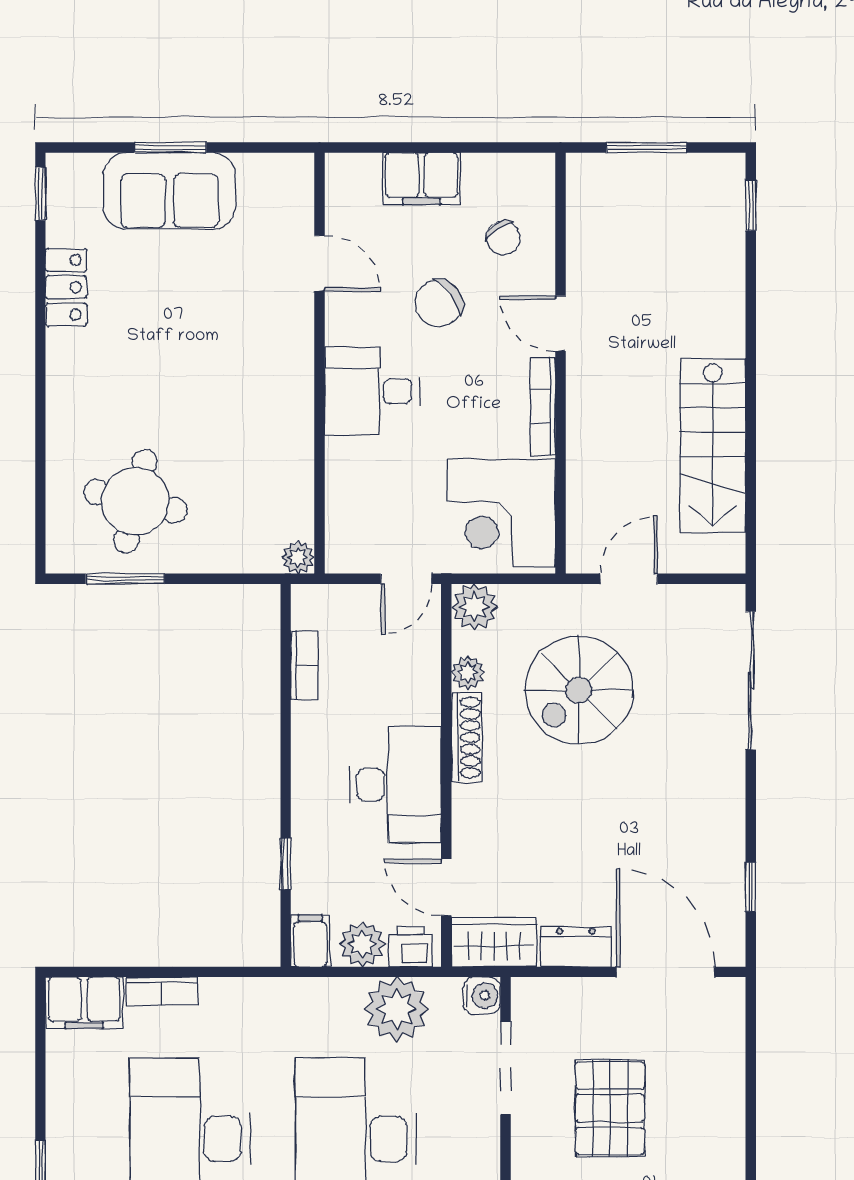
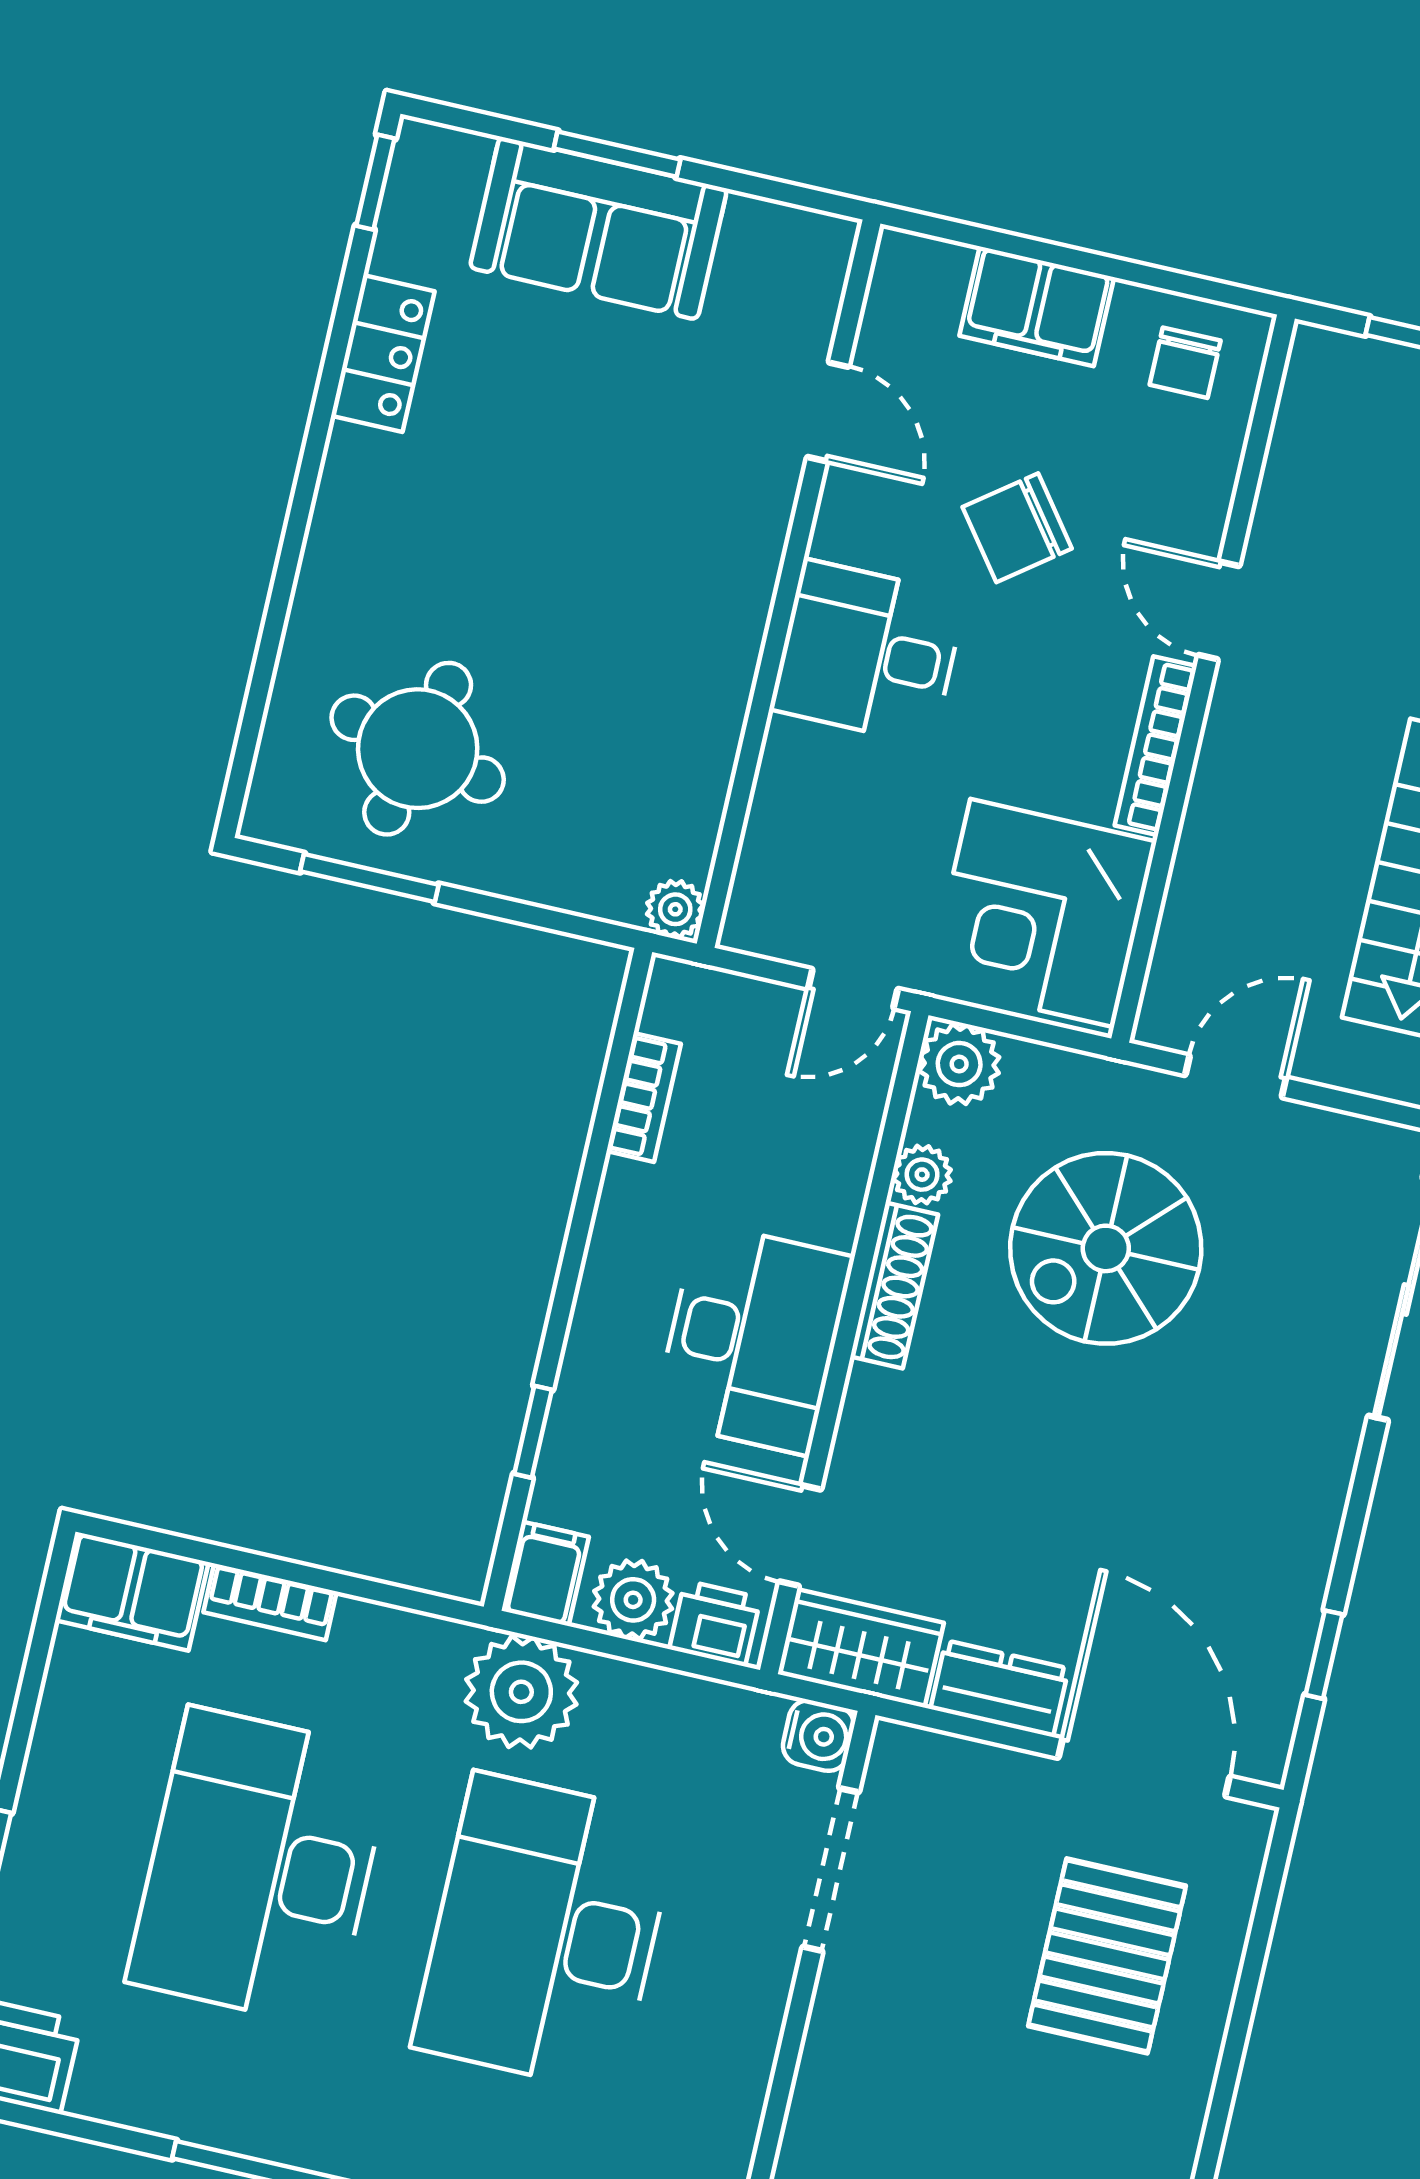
chair: (503, 238) -> (1185, 363), moved, turned 35
plant: (396, 1009) -> (521, 1692), moved
pallet: (610, 1108) -> (1107, 1956), moved

